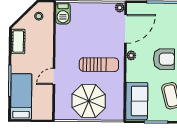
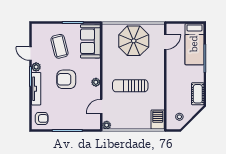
door: (125, 29) -> (101, 106), width x0.53
sun lounger: (99, 65) -> (130, 86), moved
door: (54, 76) -> (165, 42), moved

